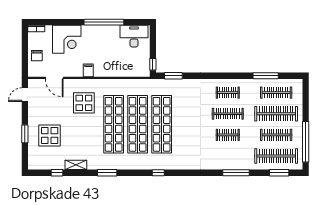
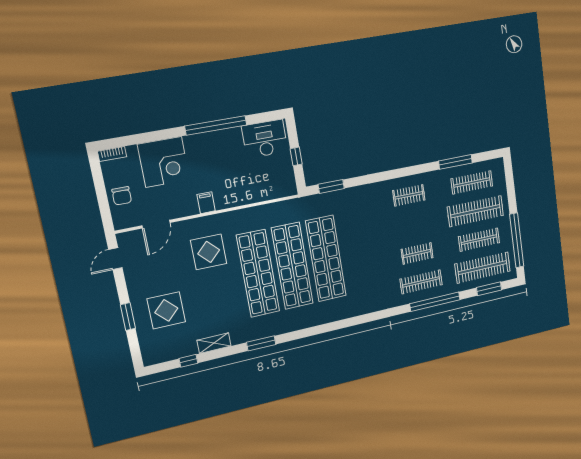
window: (153, 64) -> (296, 156), moved
door: (54, 78) -> (156, 224), hinge flipped
clothes rail: (228, 114) -> (421, 282), moved
window: (158, 173) -> (332, 326), removed
window: (236, 173) -> (435, 302), width x1.46

